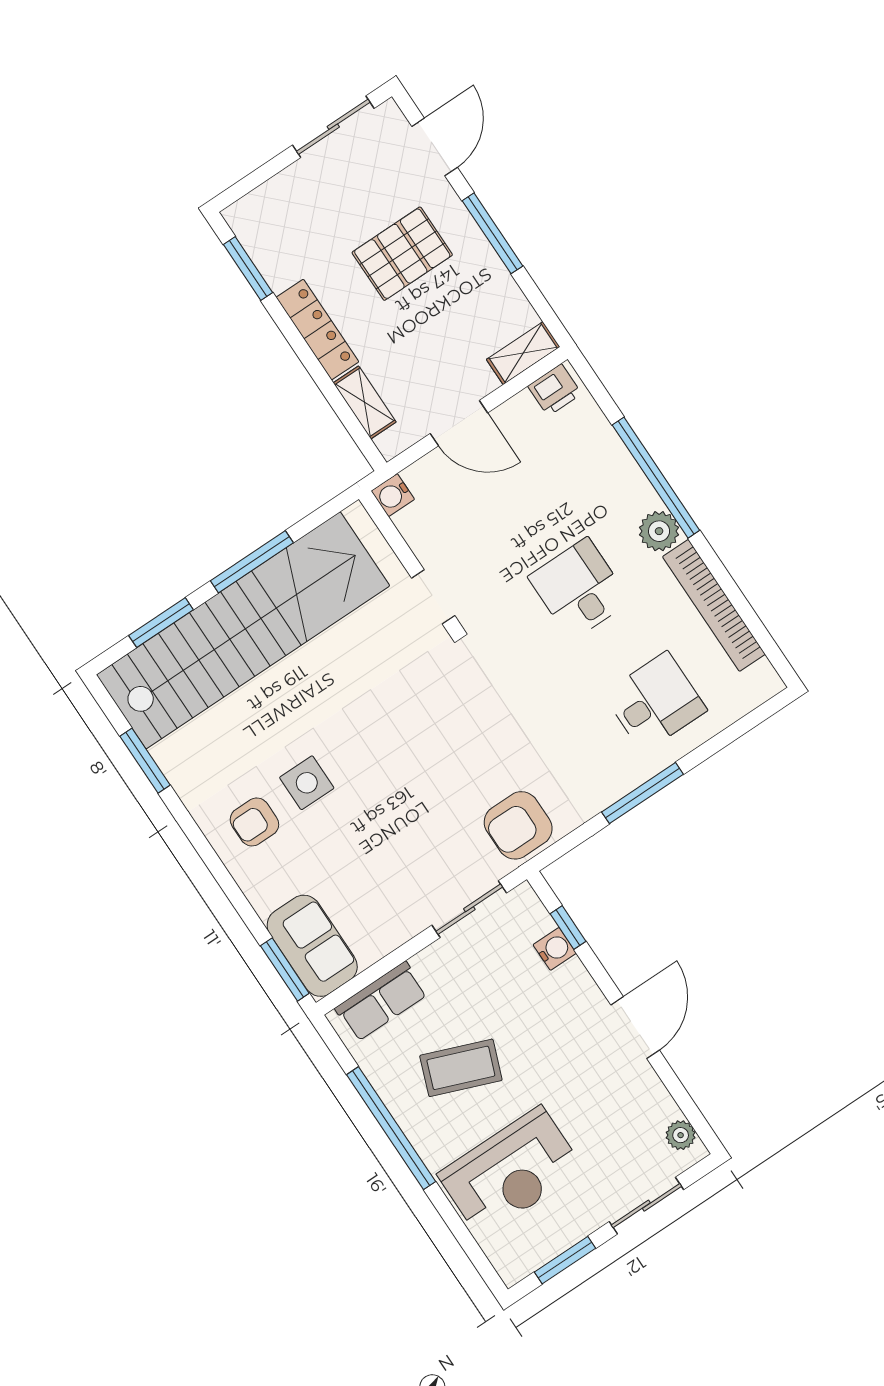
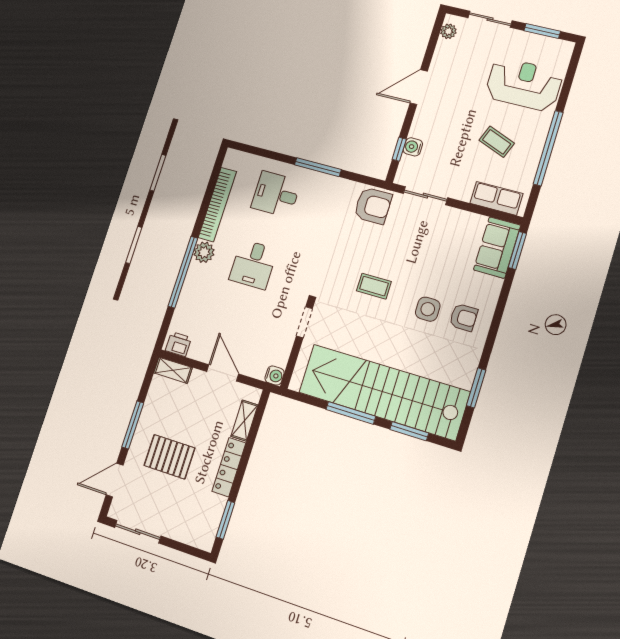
coffee table: (402, 735) -> (374, 286), added
coffee table: (461, 1068) -> (497, 142), width x0.73, depth x0.77

